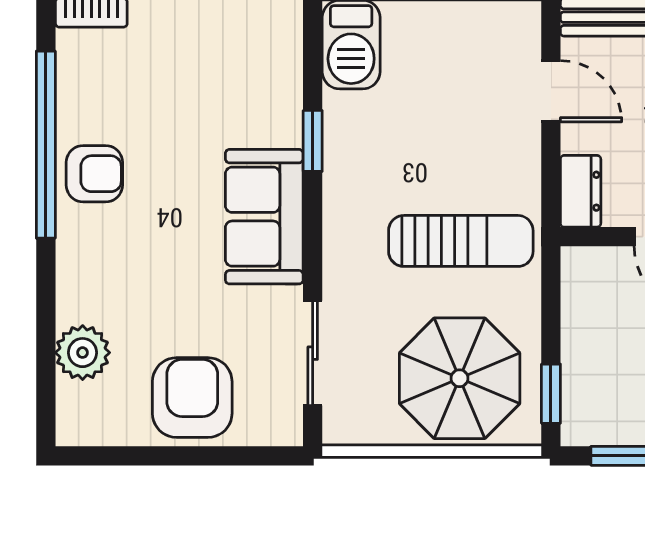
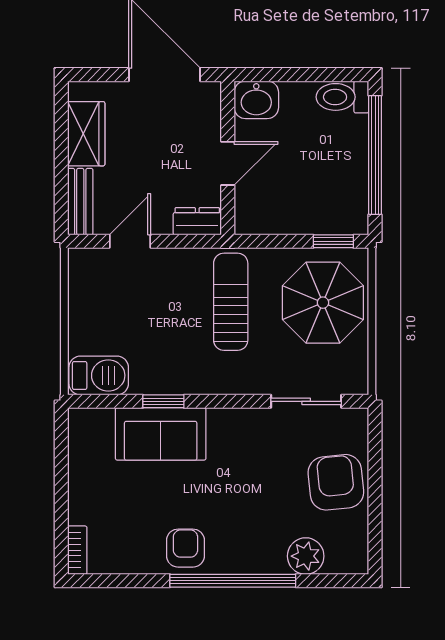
window: (46, 145) -> (233, 581), moved
sofa: (264, 217) -> (161, 434), moved
armchair: (192, 398) -> (336, 482), turned 84

